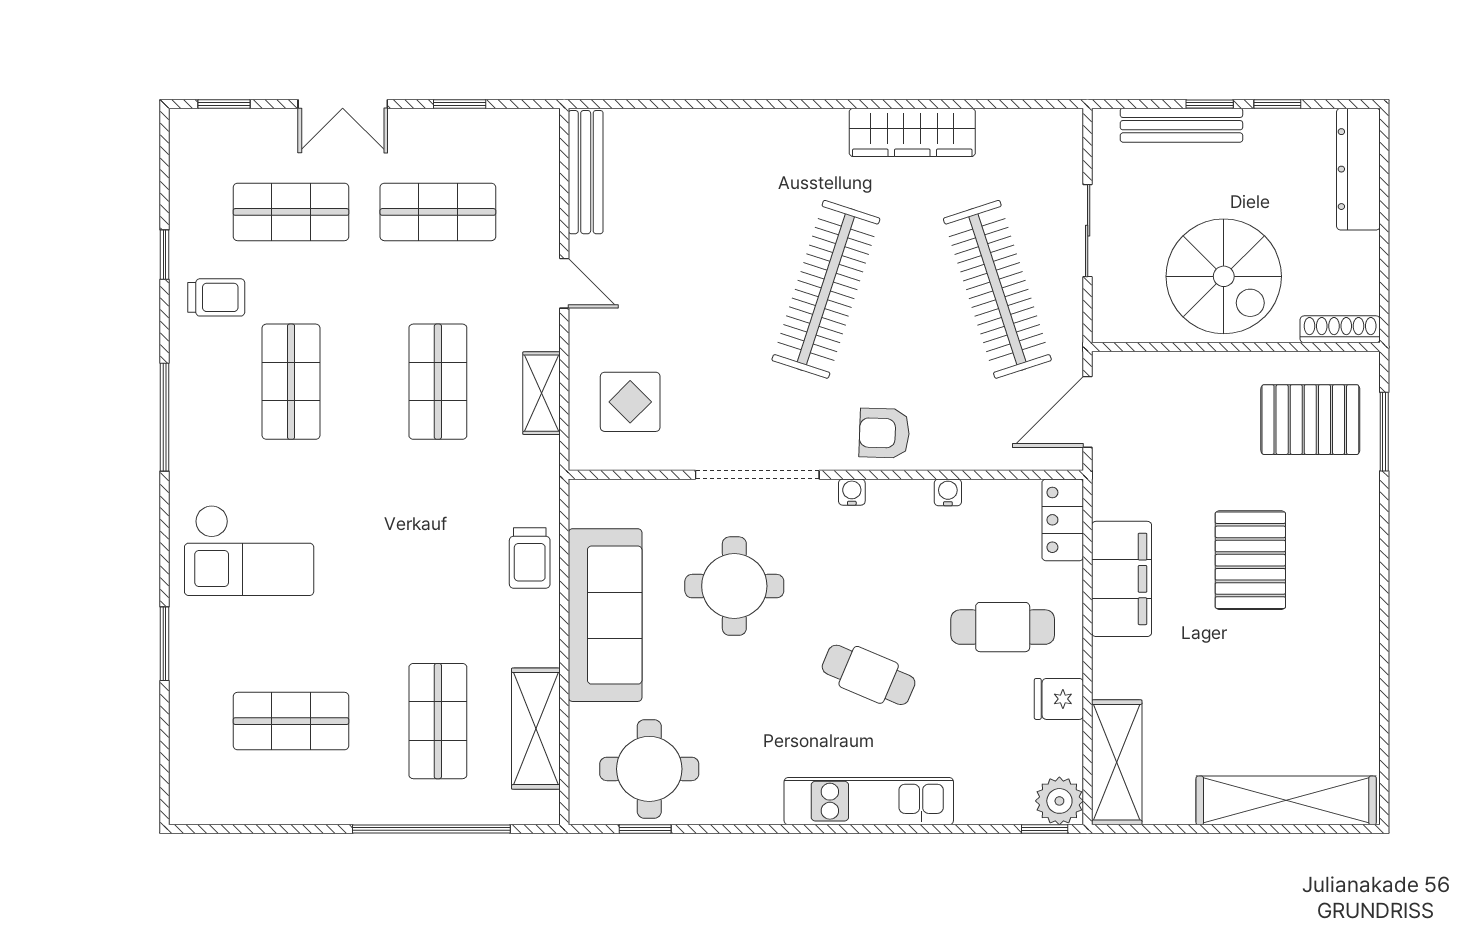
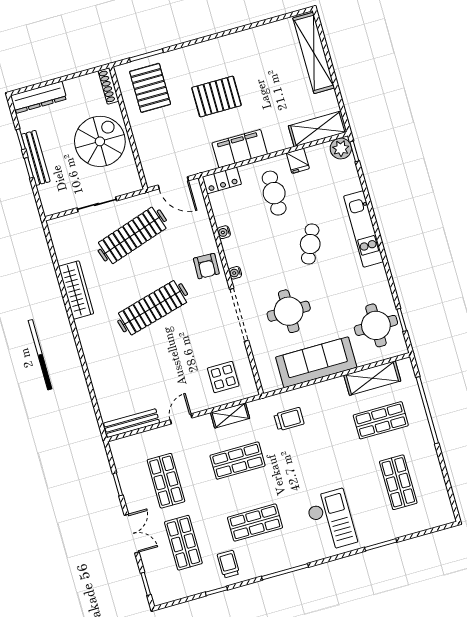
bench: (1181, 125) -> (36, 158), moved
clothes rail: (826, 289) -> (153, 308), turned -33
trolley: (530, 558) -> (289, 419), moved

